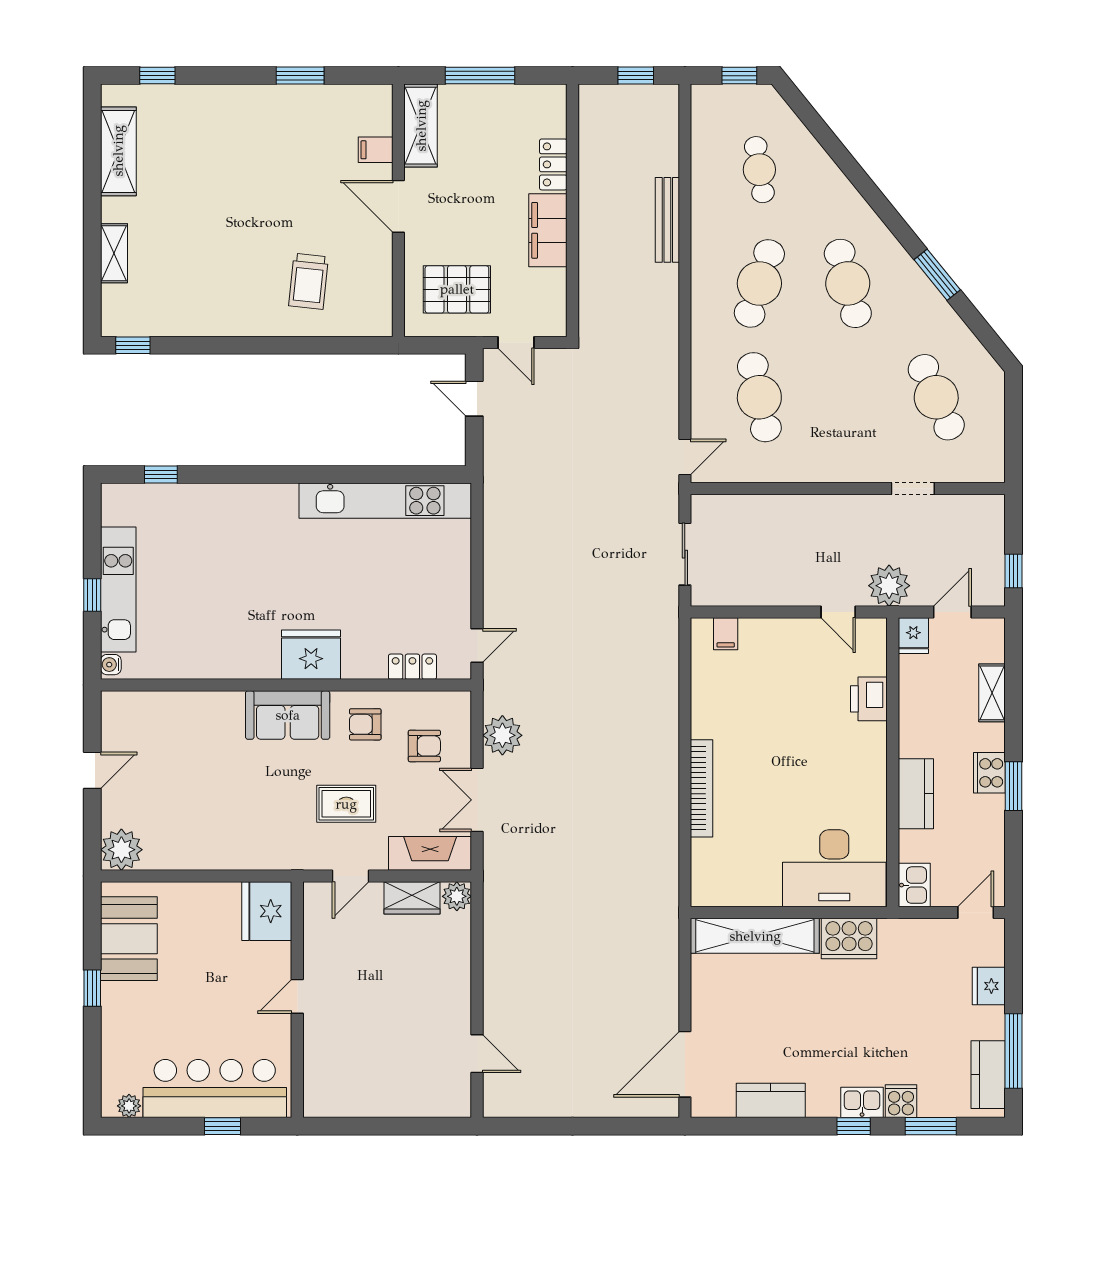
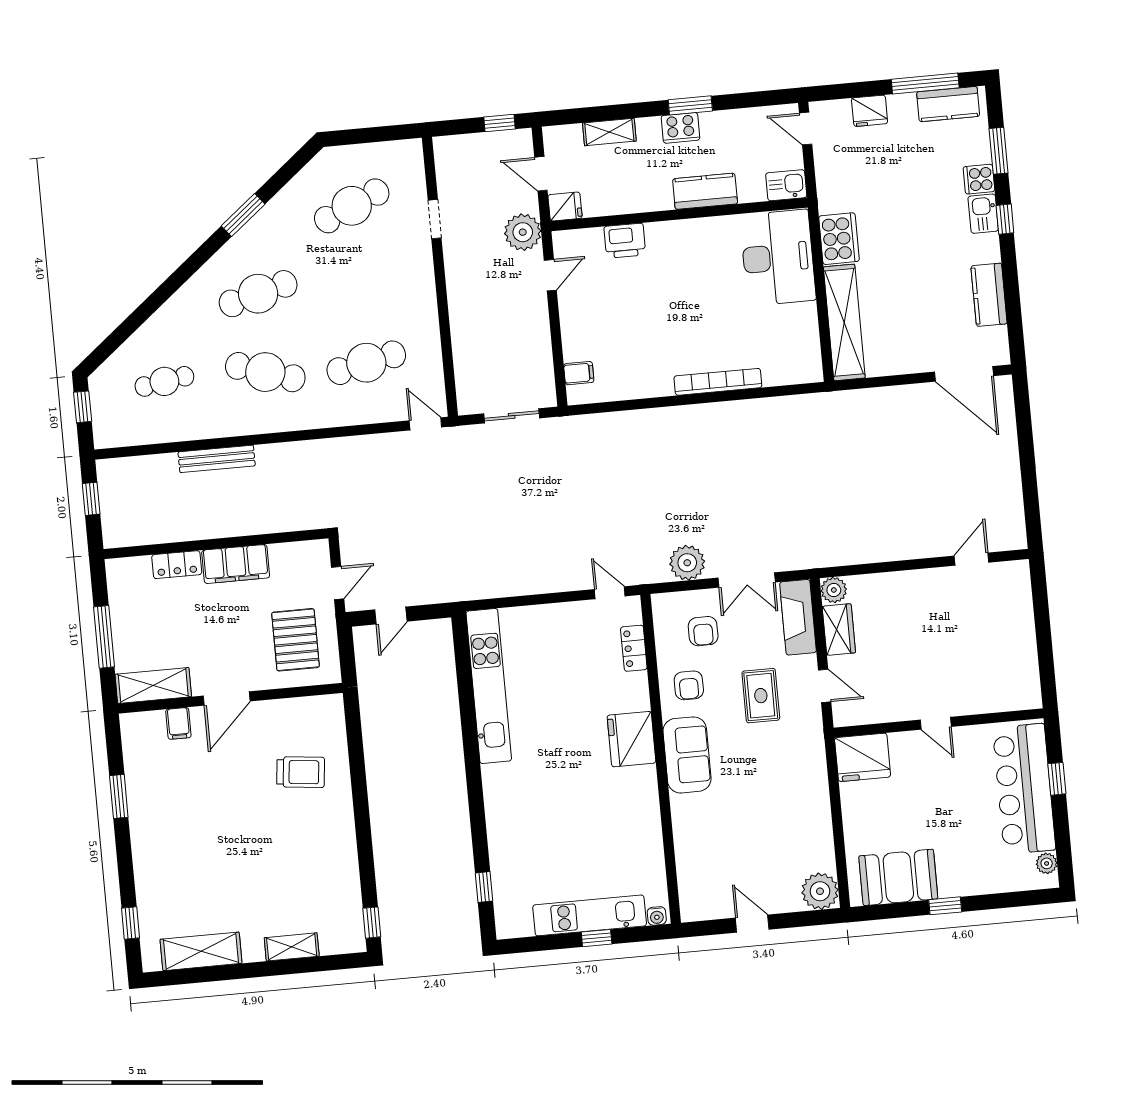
armchair: (424, 746) -> (703, 631), turned 180

